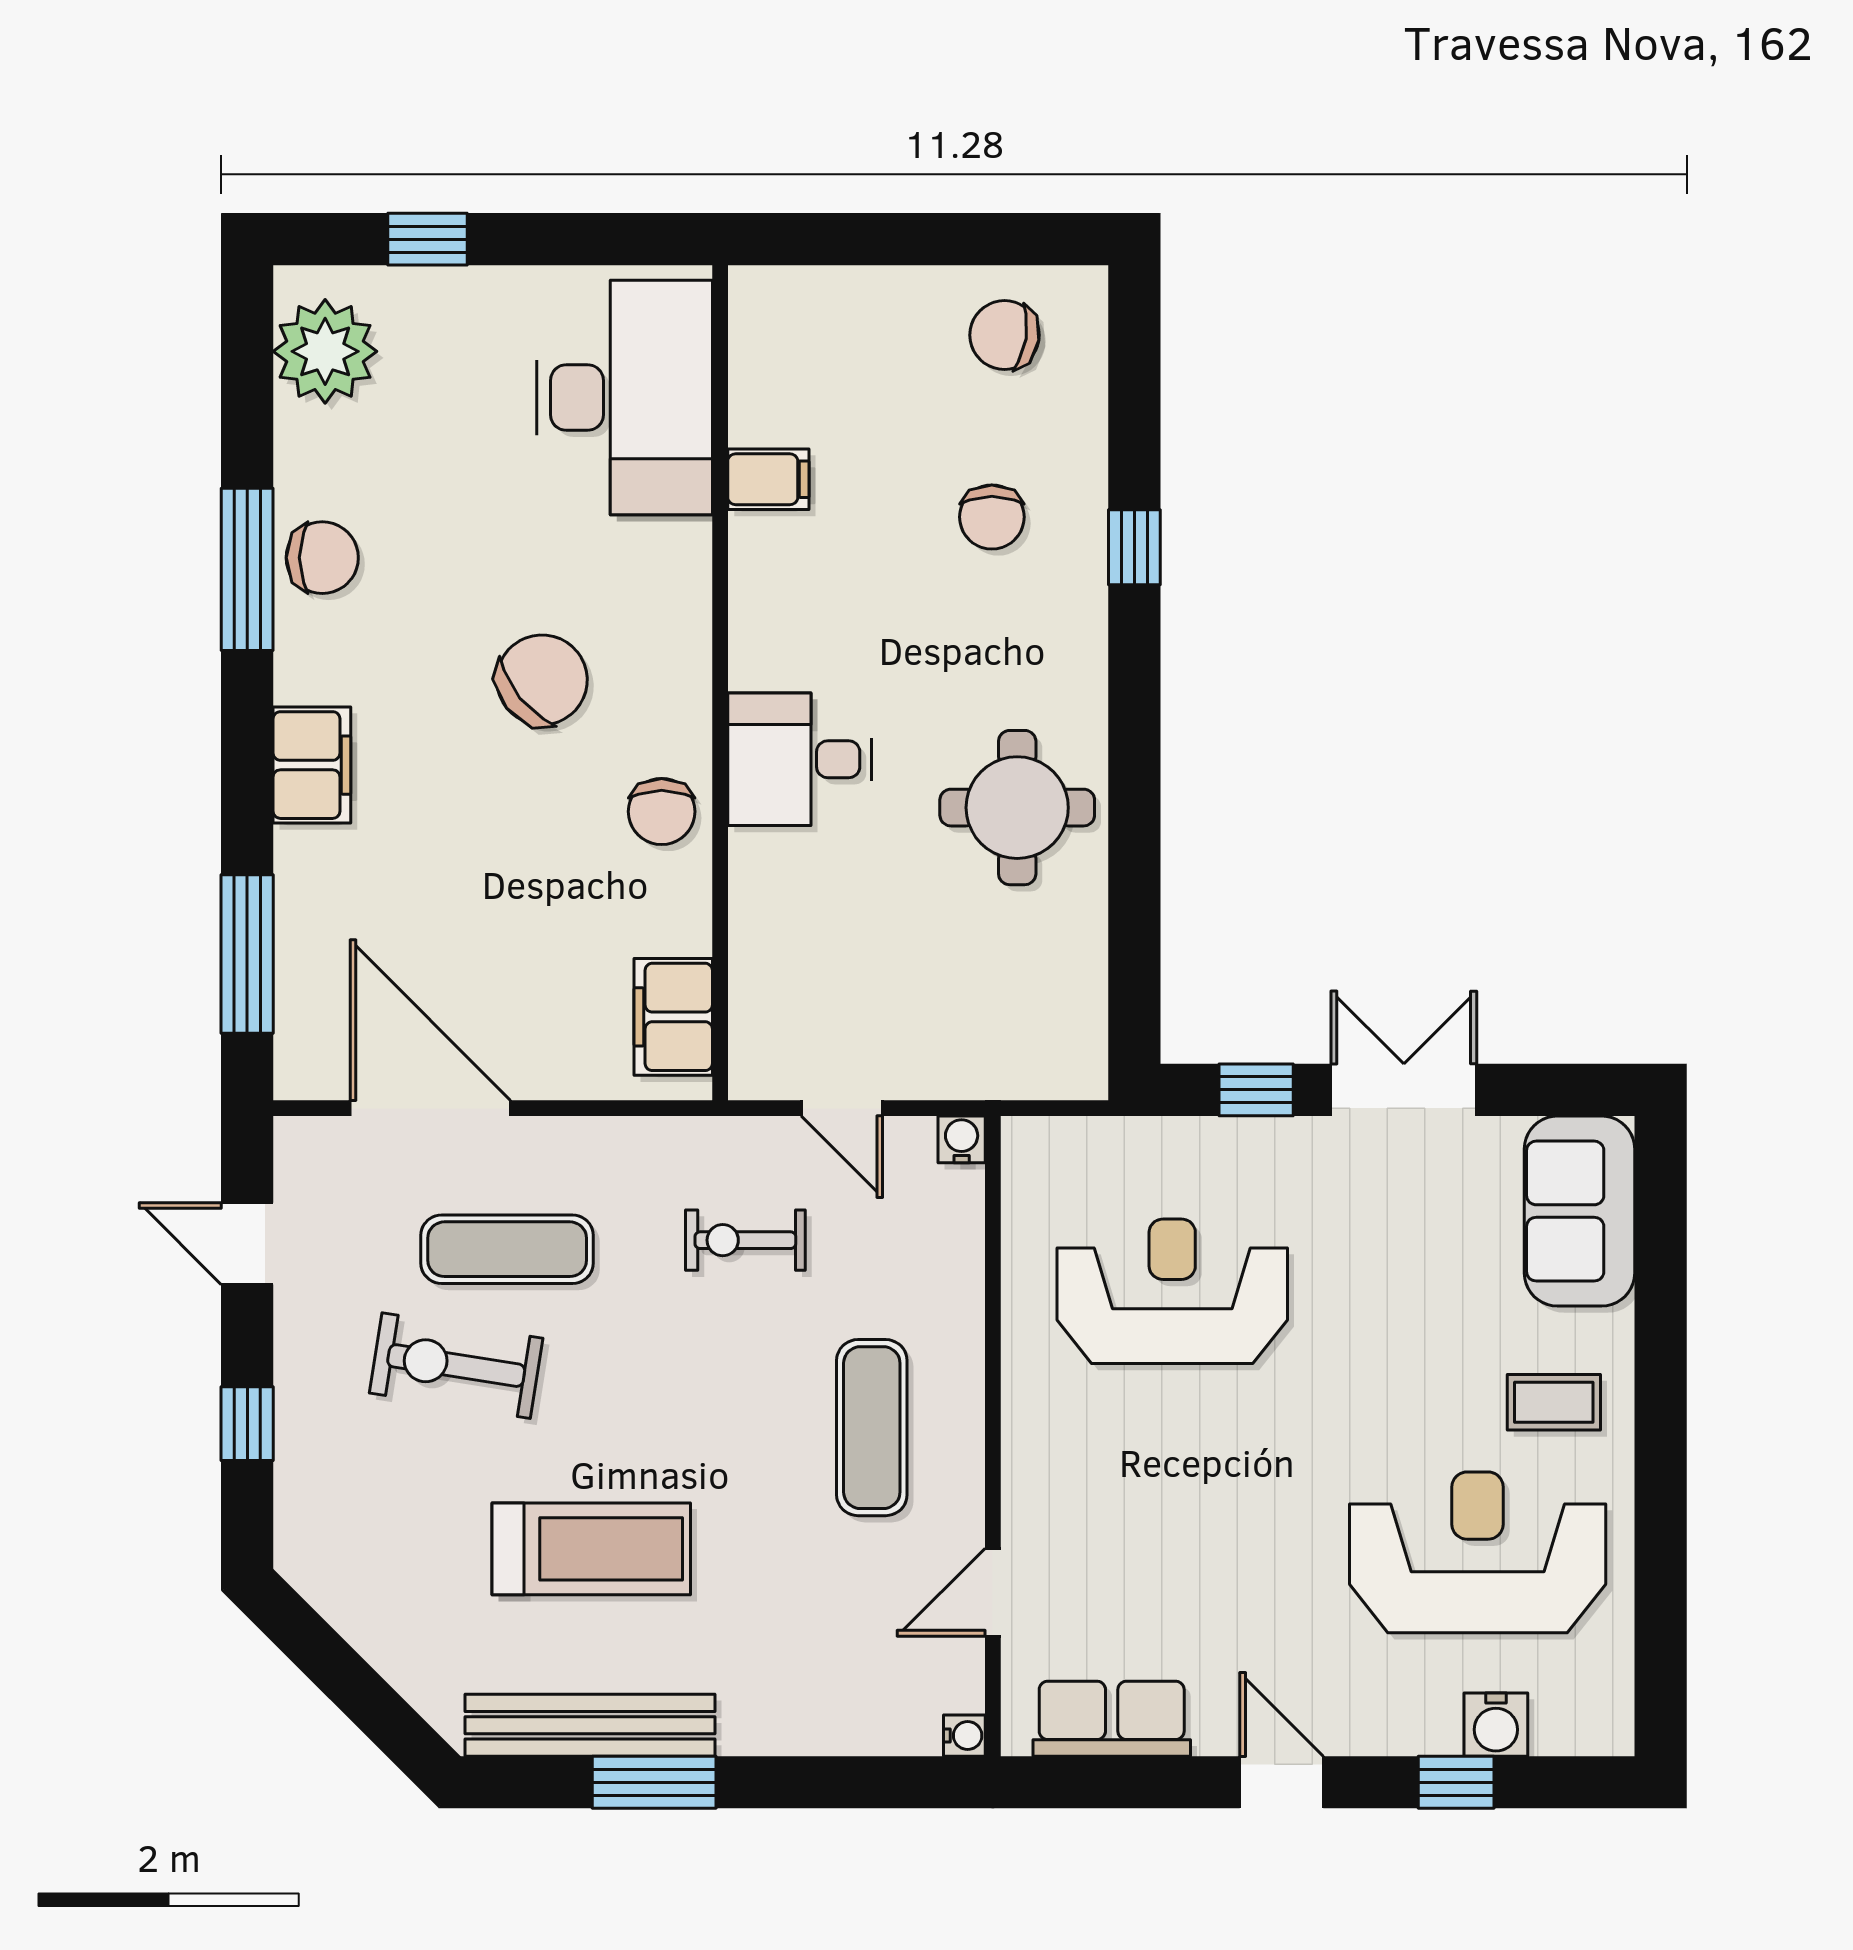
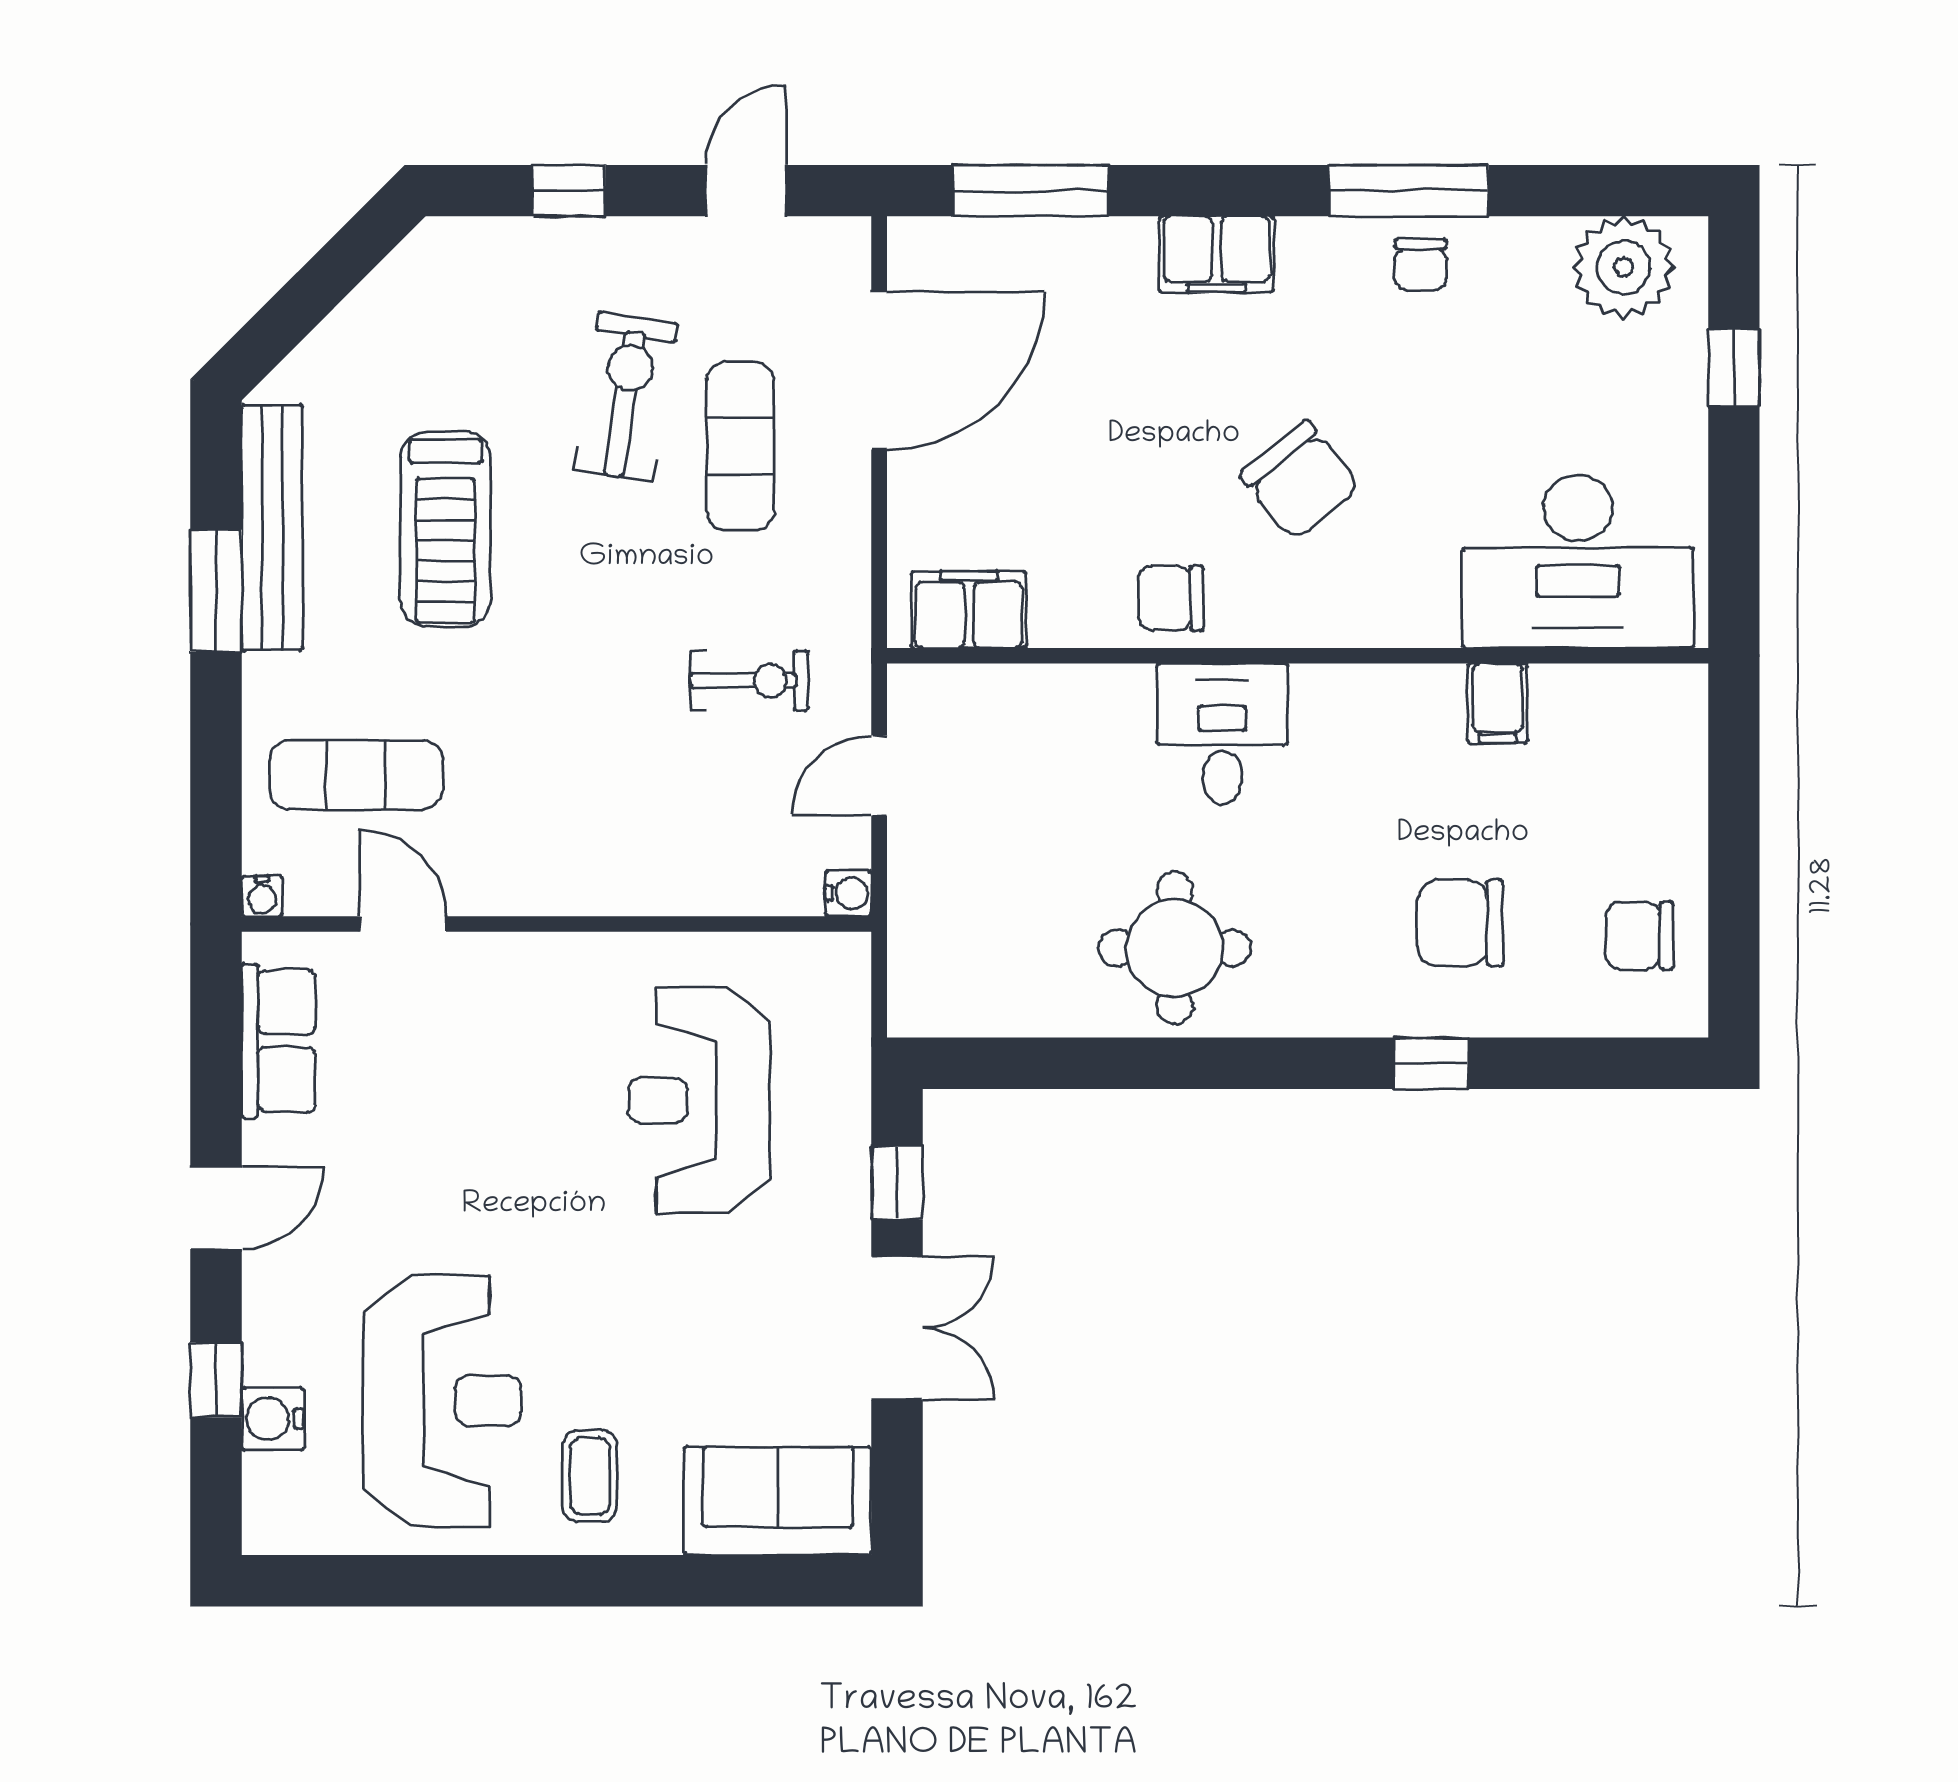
chair: (1005, 335) -> (1639, 936), turned -99
chair: (992, 517) -> (1461, 923), width x1.37, depth x1.37
chair: (322, 558) -> (1420, 264), width x0.73, depth x0.73
exercise bike: (745, 1240) -> (749, 681), turned 90
reception desk: (1172, 1291) -> (699, 1100), turned 180
exercise mat: (872, 1428) -> (356, 775), moved

